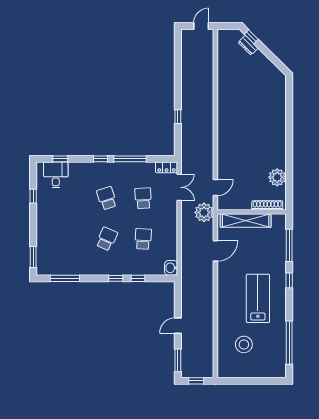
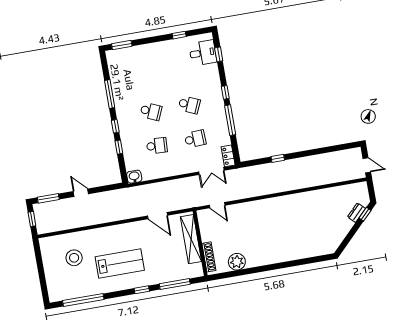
school desk: (107, 198) -> (189, 105), turned 42
plant: (204, 212) -> (192, 199), removed
window: (65, 278) -> (110, 94), moved

